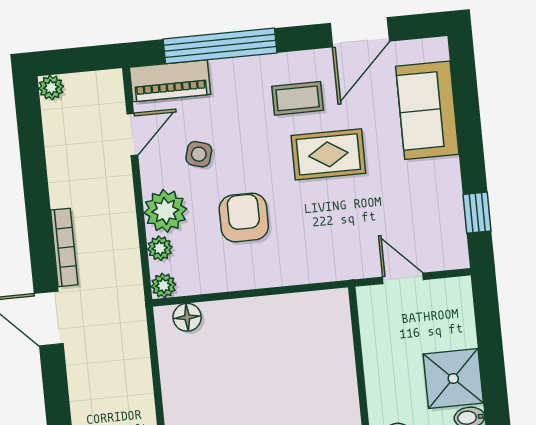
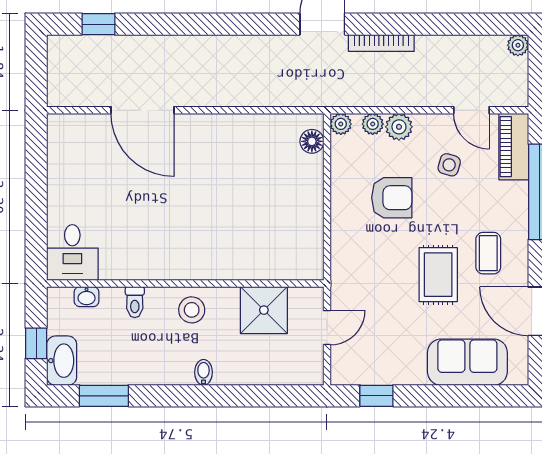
plant: (165, 211) -> (399, 127), width x0.73, depth x0.73
shower: (453, 378) -> (264, 310), moved

